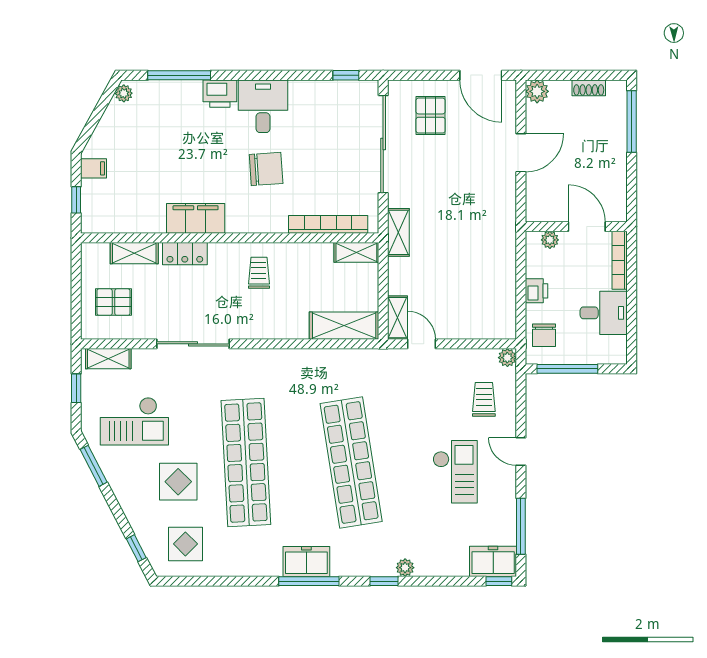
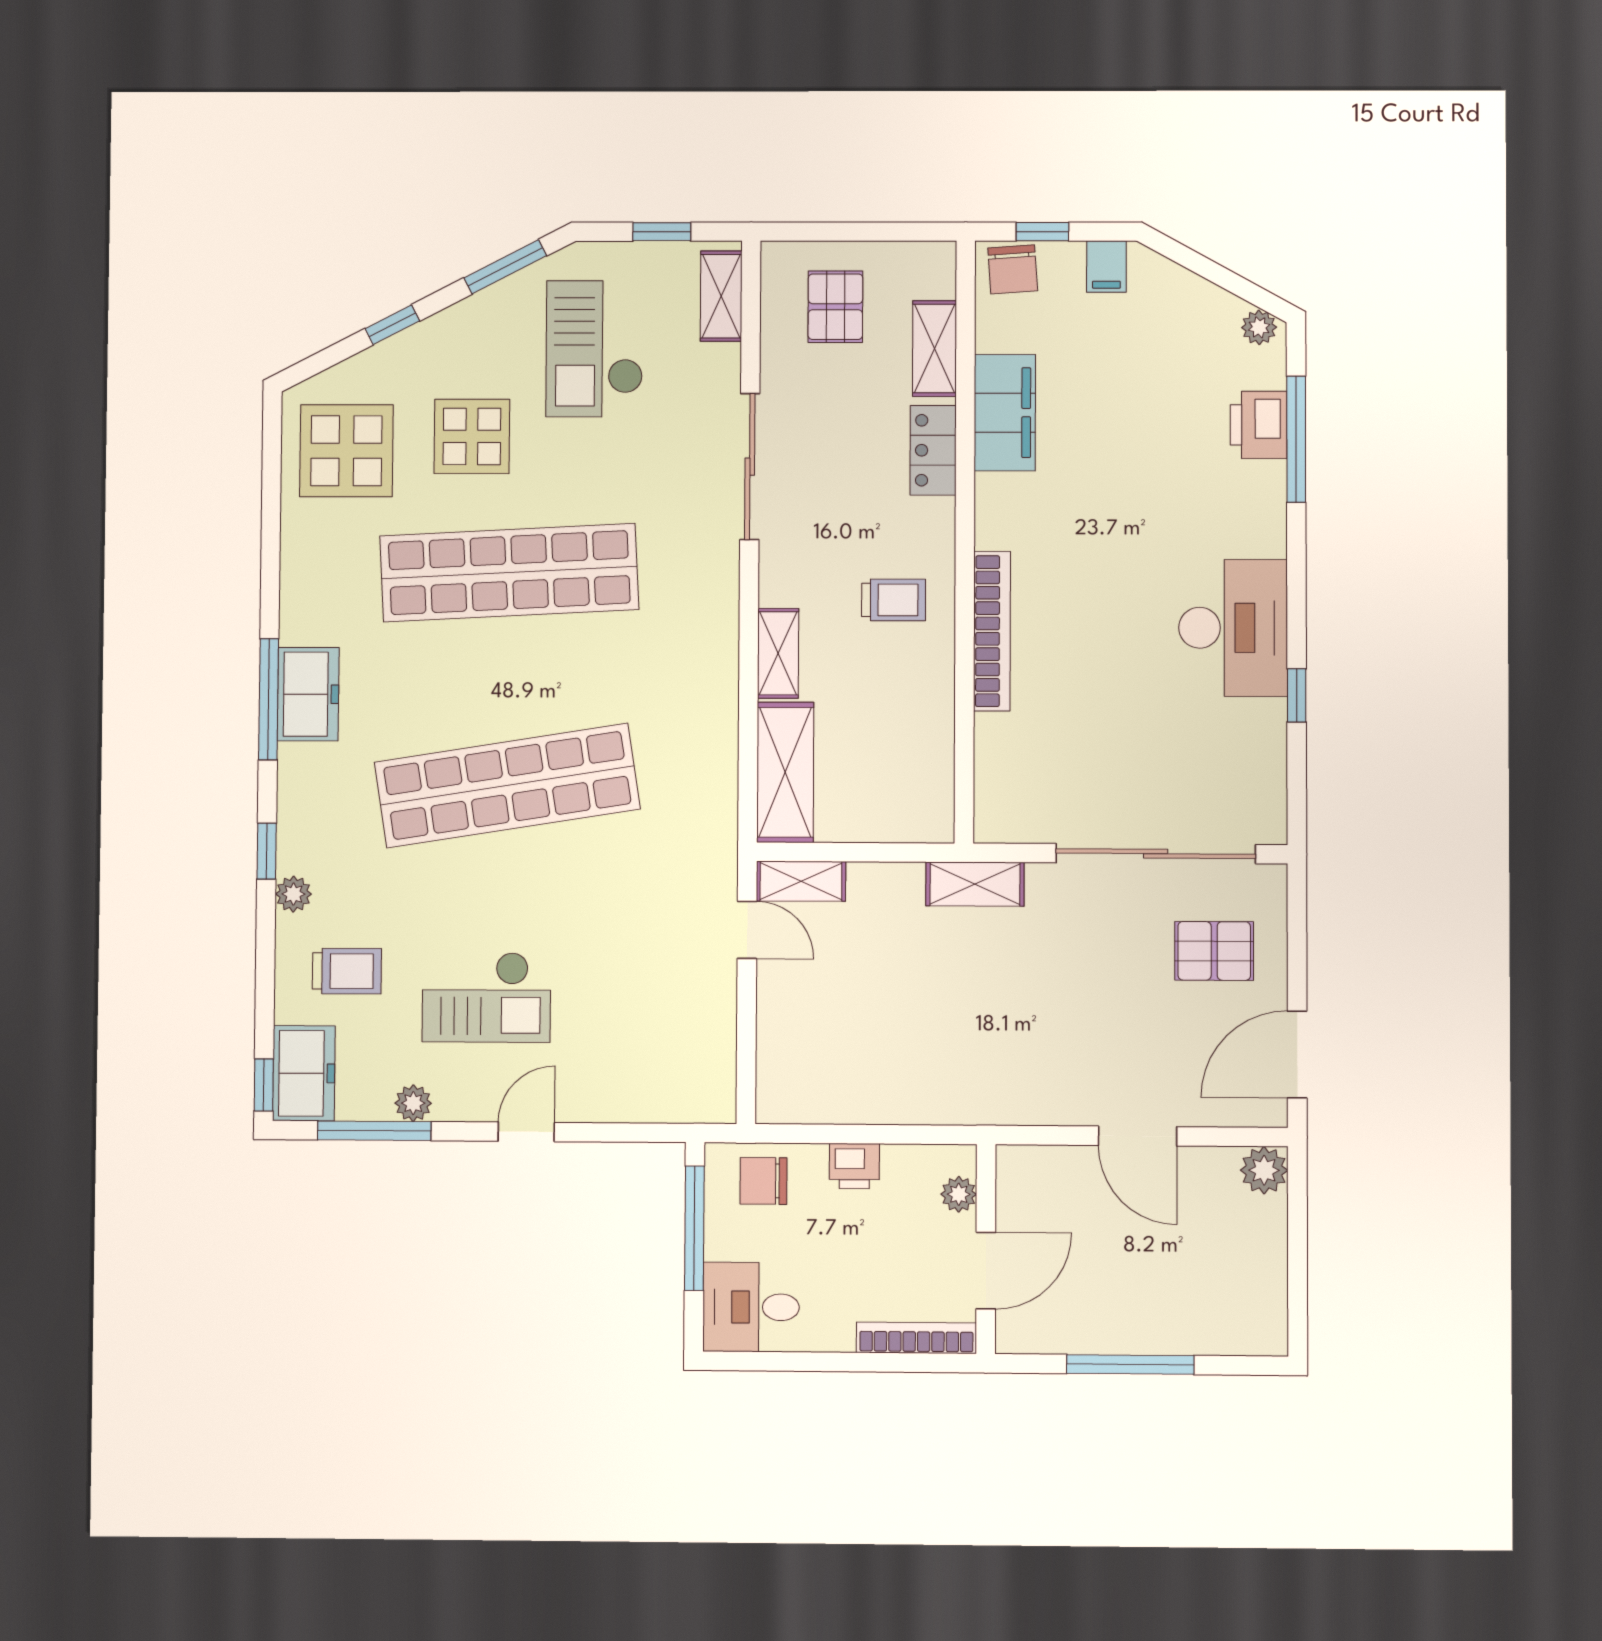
window: (346, 75) -> (1297, 695), moved
shoe rack: (589, 88) -> (1271, 1277), removed
printer: (220, 94) -> (1259, 425), moved
desk: (263, 106) -> (1233, 628), width x1.37
window: (632, 122) -> (1130, 1365), moved
chair: (266, 169) -> (1013, 269), moved, width x0.73, depth x0.73
filing cabinet: (196, 218) -> (1005, 413), moved
bookcase: (328, 224) -> (992, 631), moved
shelving: (356, 252) -> (778, 653), moved
desk: (604, 313) -> (751, 1307), moved, turned 90
door: (422, 344) -> (747, 930), hinge flipped
plant: (507, 358) -> (413, 1103), moved
trolley: (484, 399) -> (347, 971), moved
display table: (185, 544) -> (346, 451), width x1.36, depth x1.36
window: (136, 548) -> (392, 325), moved

